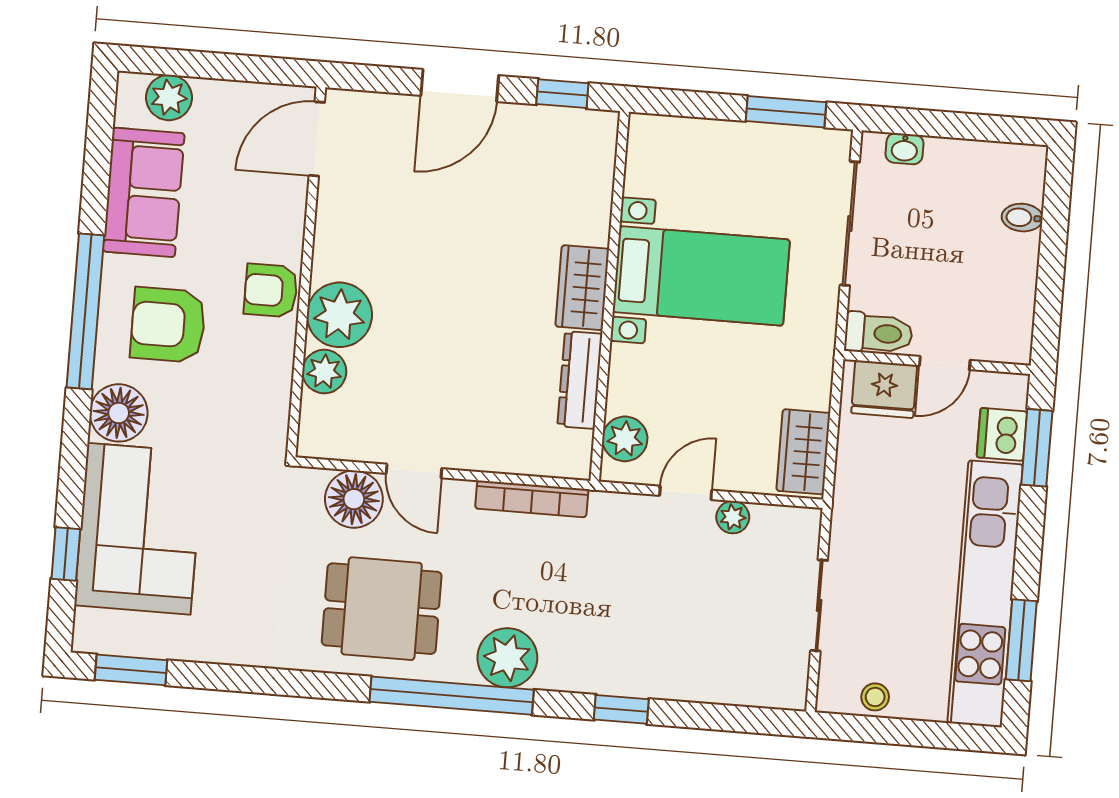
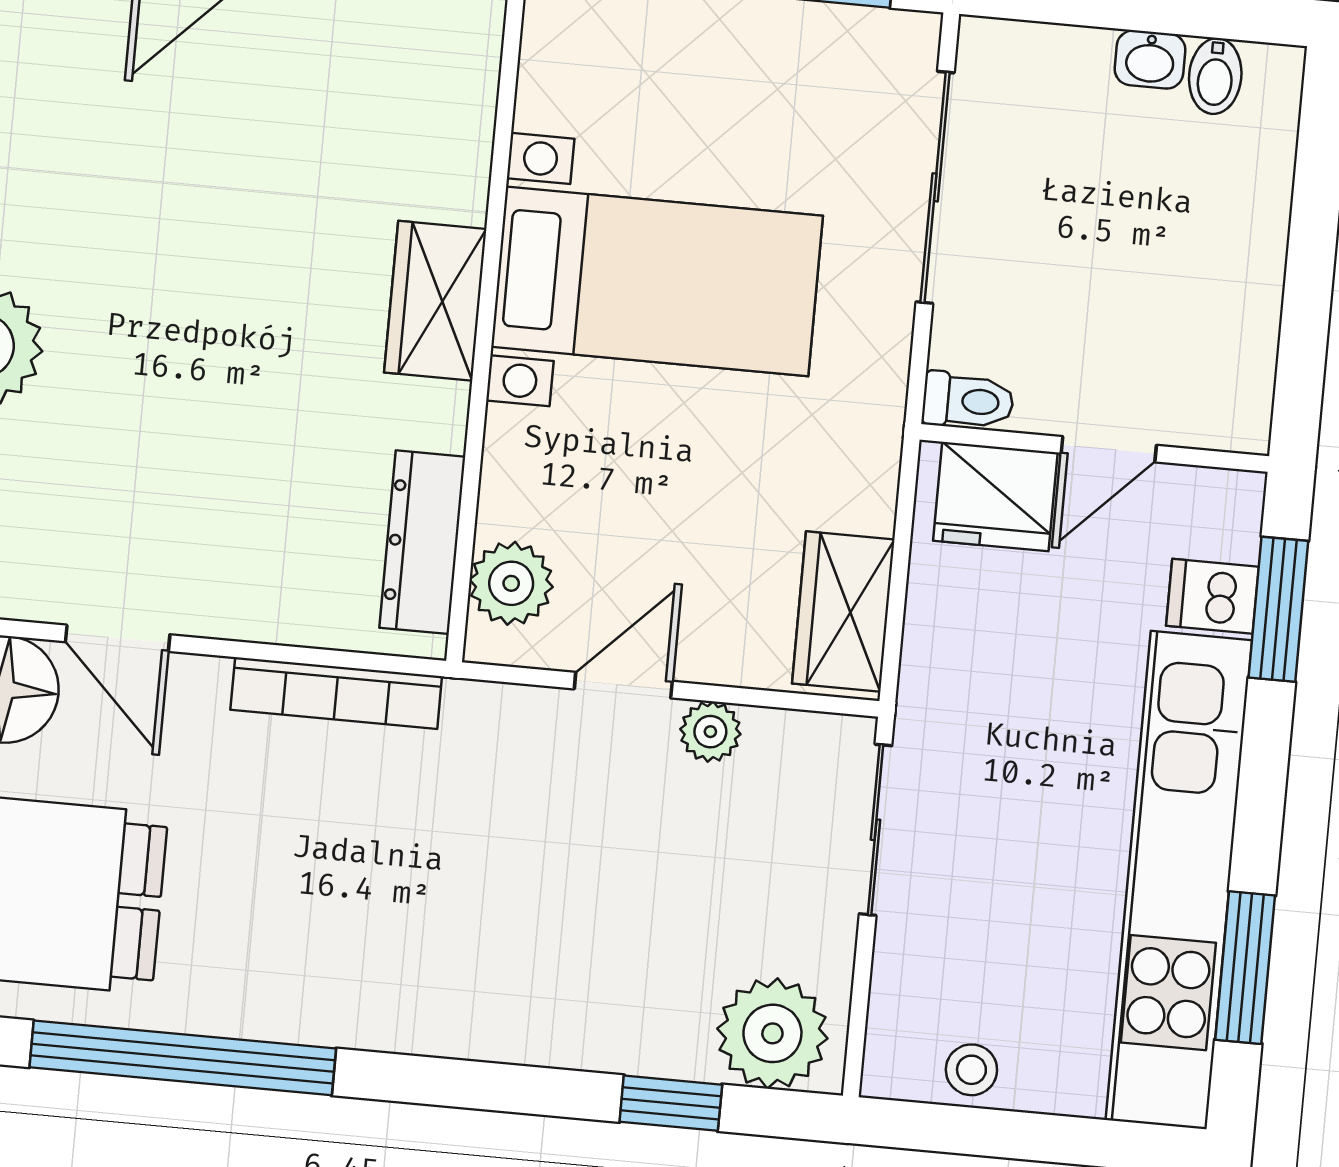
washbasin: (904, 149) -> (1150, 59), moved
bidet: (1022, 218) -> (1215, 76), moved, turned -90
toilet: (879, 333) -> (968, 401), width x0.73, depth x0.72
dresser: (580, 380) -> (422, 542), moved
dishwasher: (1002, 434) -> (1213, 596), width x0.73
sliding door: (819, 605) -> (875, 830), moved
plant: (507, 658) -> (772, 1033), moved
window: (621, 709) -> (671, 1103), moved

